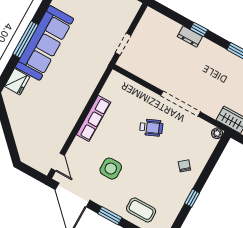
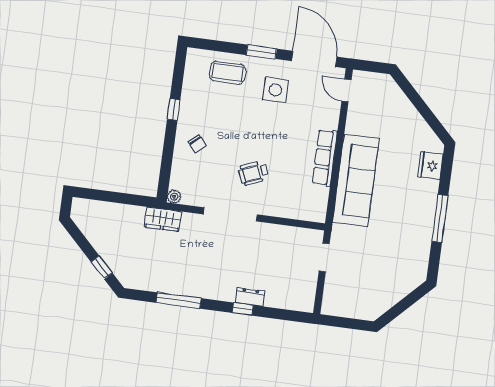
sofa: (45, 43) -> (356, 180), moved, turned 180
side table: (111, 169) -> (275, 90), moved

